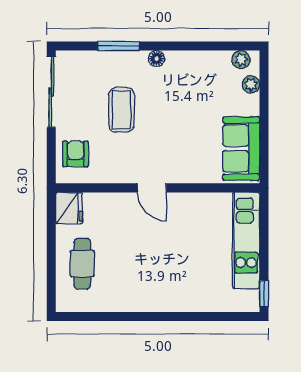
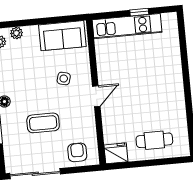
side table: (181, 145) -> (64, 79), added
armchair: (76, 154) -> (77, 152), turned 90
window: (264, 294) -> (139, 12), moved

